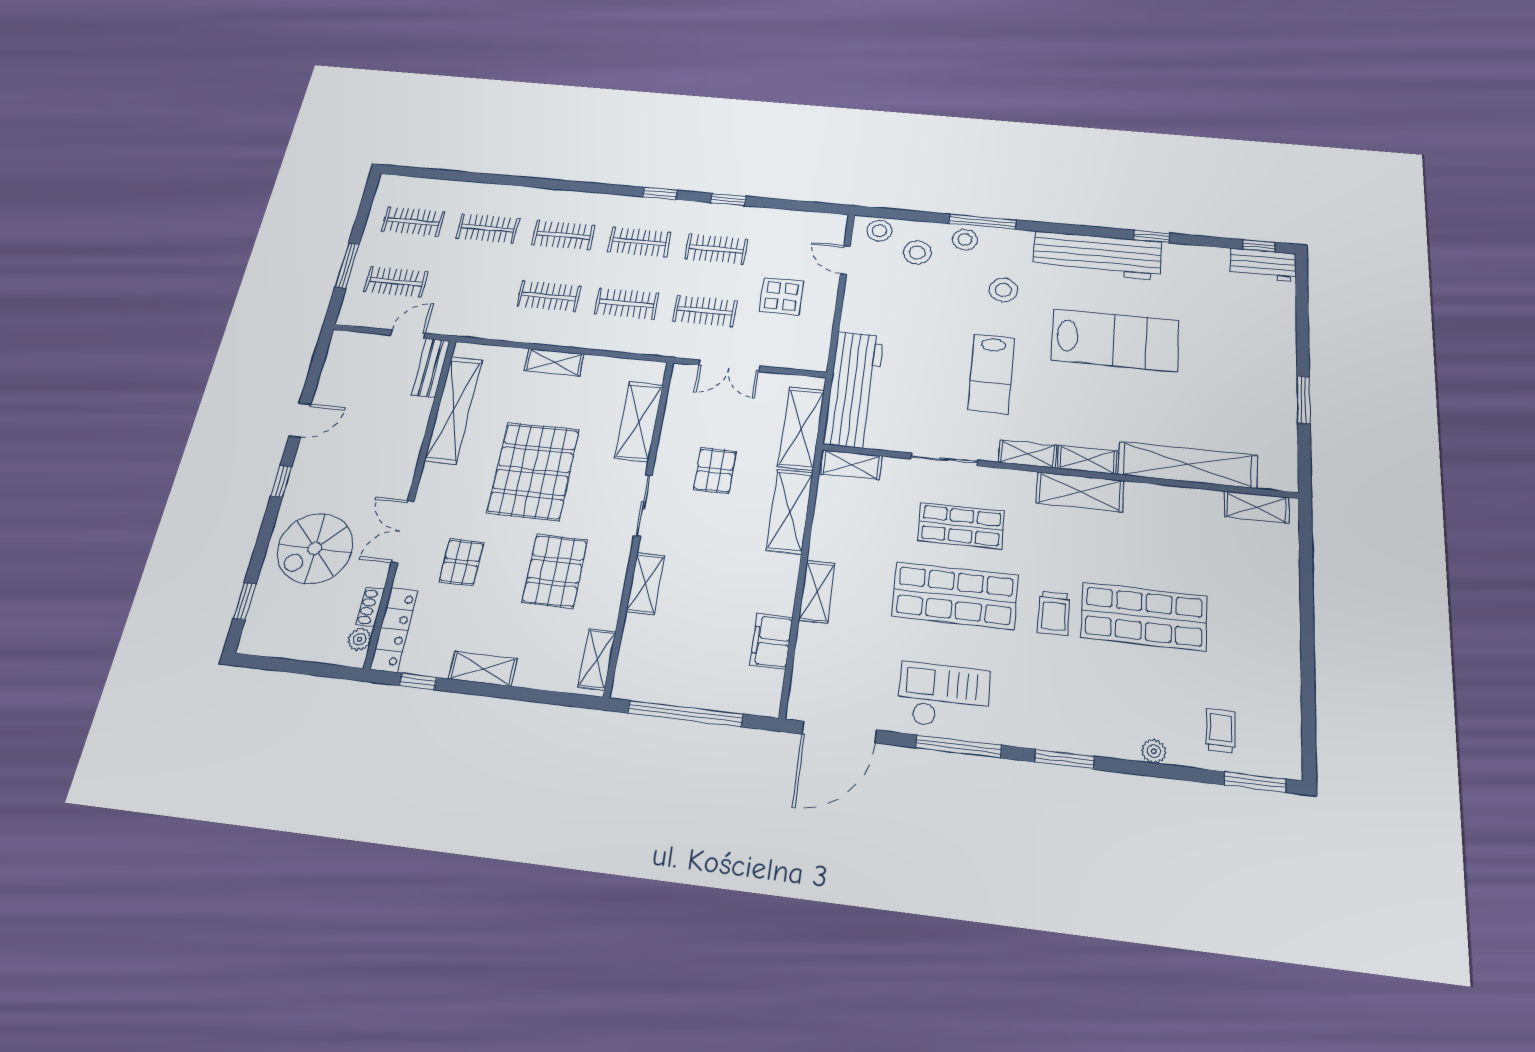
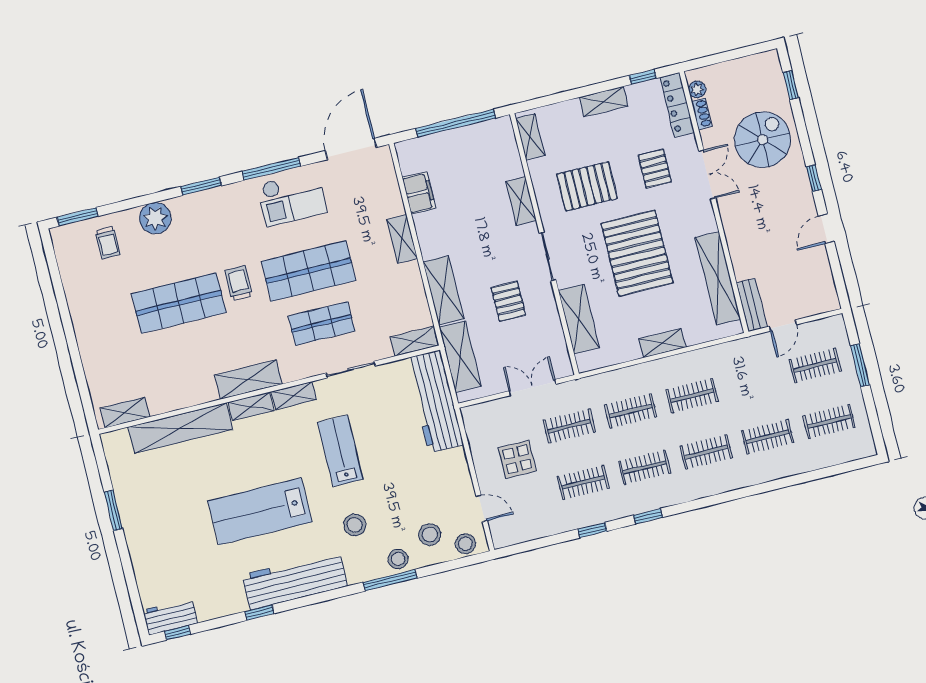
pallet: (555, 571) -> (587, 186), turned 90
plant: (1154, 751) -> (155, 218), width x1.88, depth x1.88

